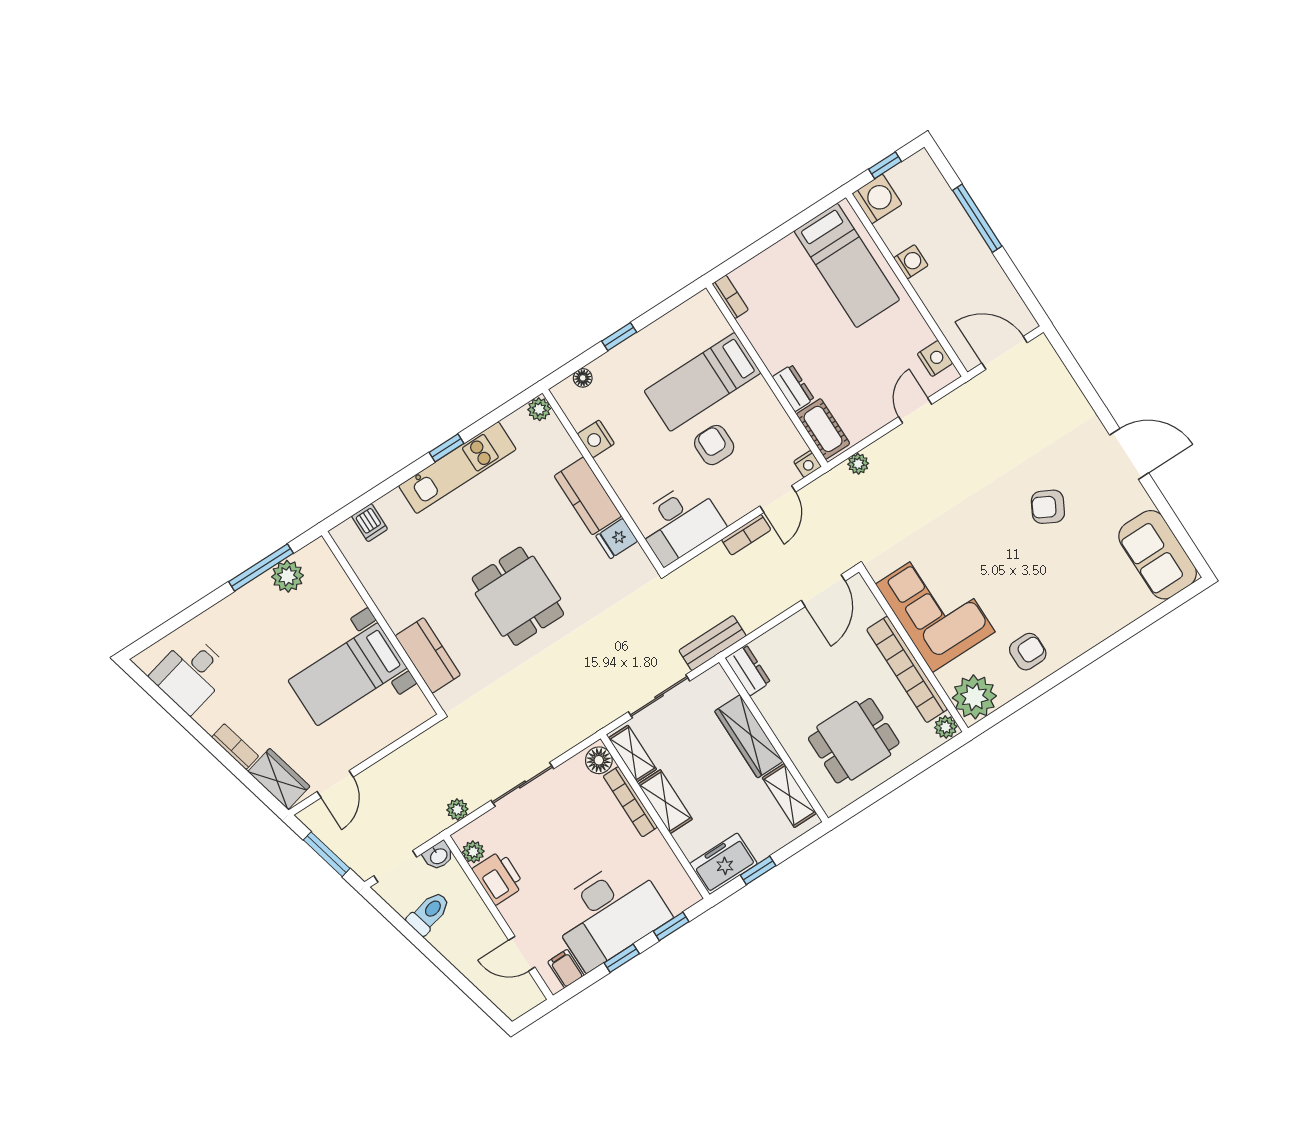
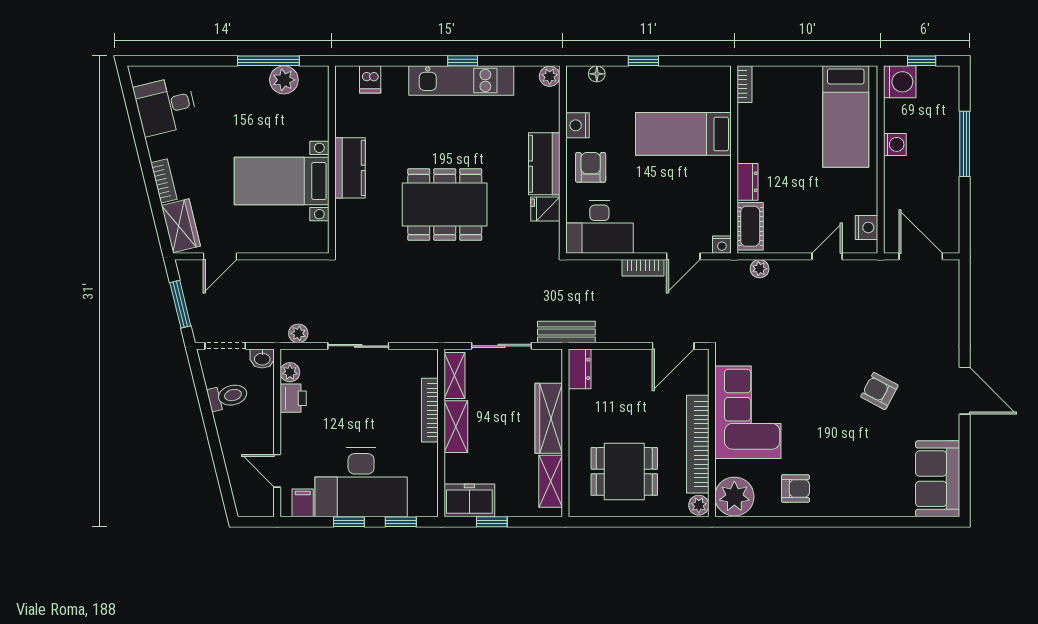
armchair: (714, 445) -> (591, 167), moved
dining table: (518, 596) -> (445, 204), width x1.38
kitchen counter: (428, 655) -> (350, 168), moved
floor lamp: (599, 760) -> (426, 364), removed
printer: (498, 878) -> (293, 398), width x0.73, depth x0.81

